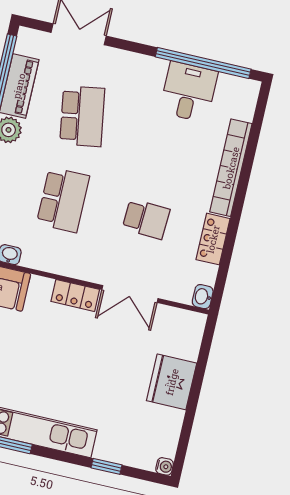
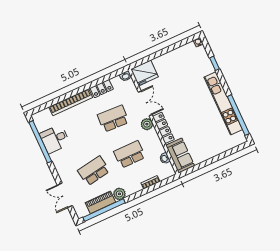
school desk: (146, 219) -> (113, 119), width x1.85
plant: (92, 270) -> (147, 124), added
locker: (75, 295) -> (163, 128), width x1.53
fridge: (172, 382) -> (145, 73), moved

